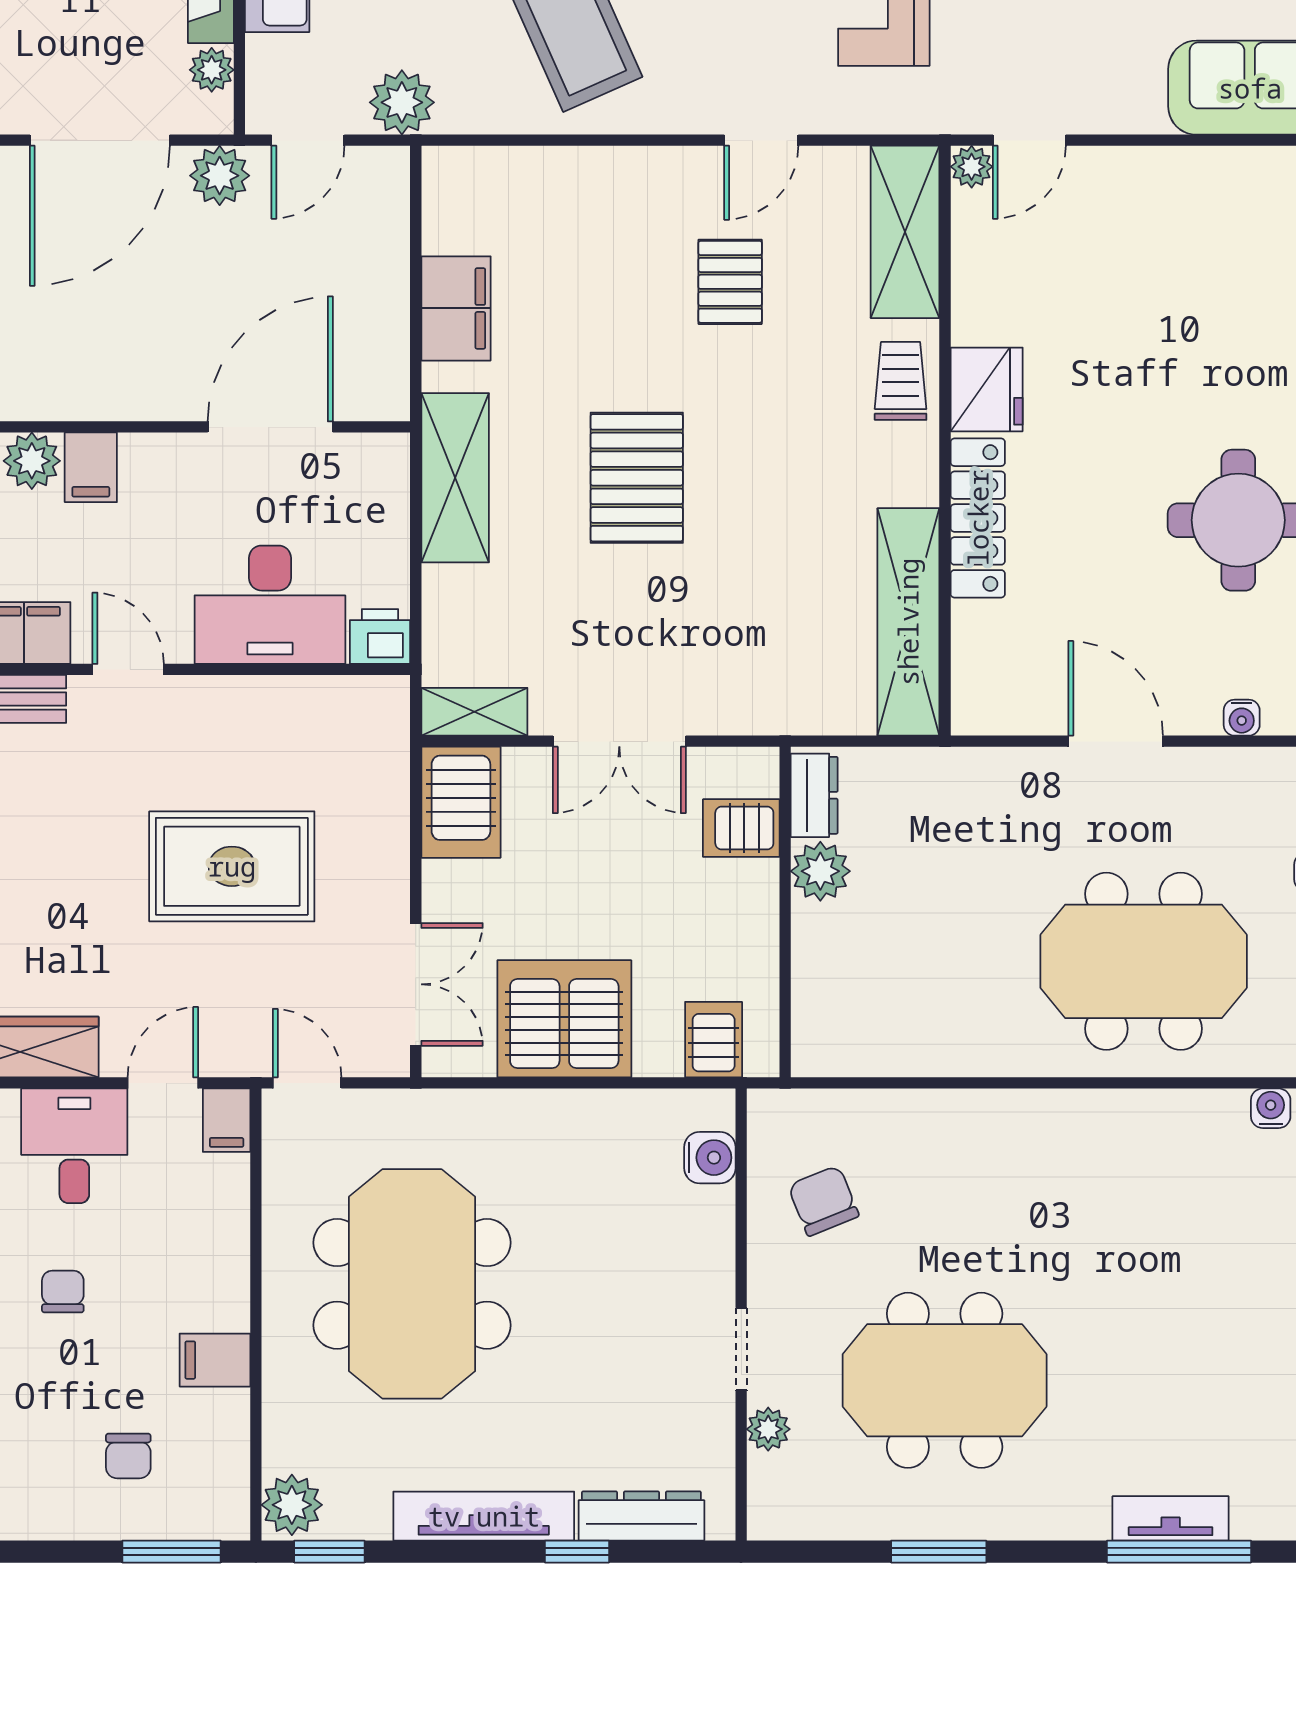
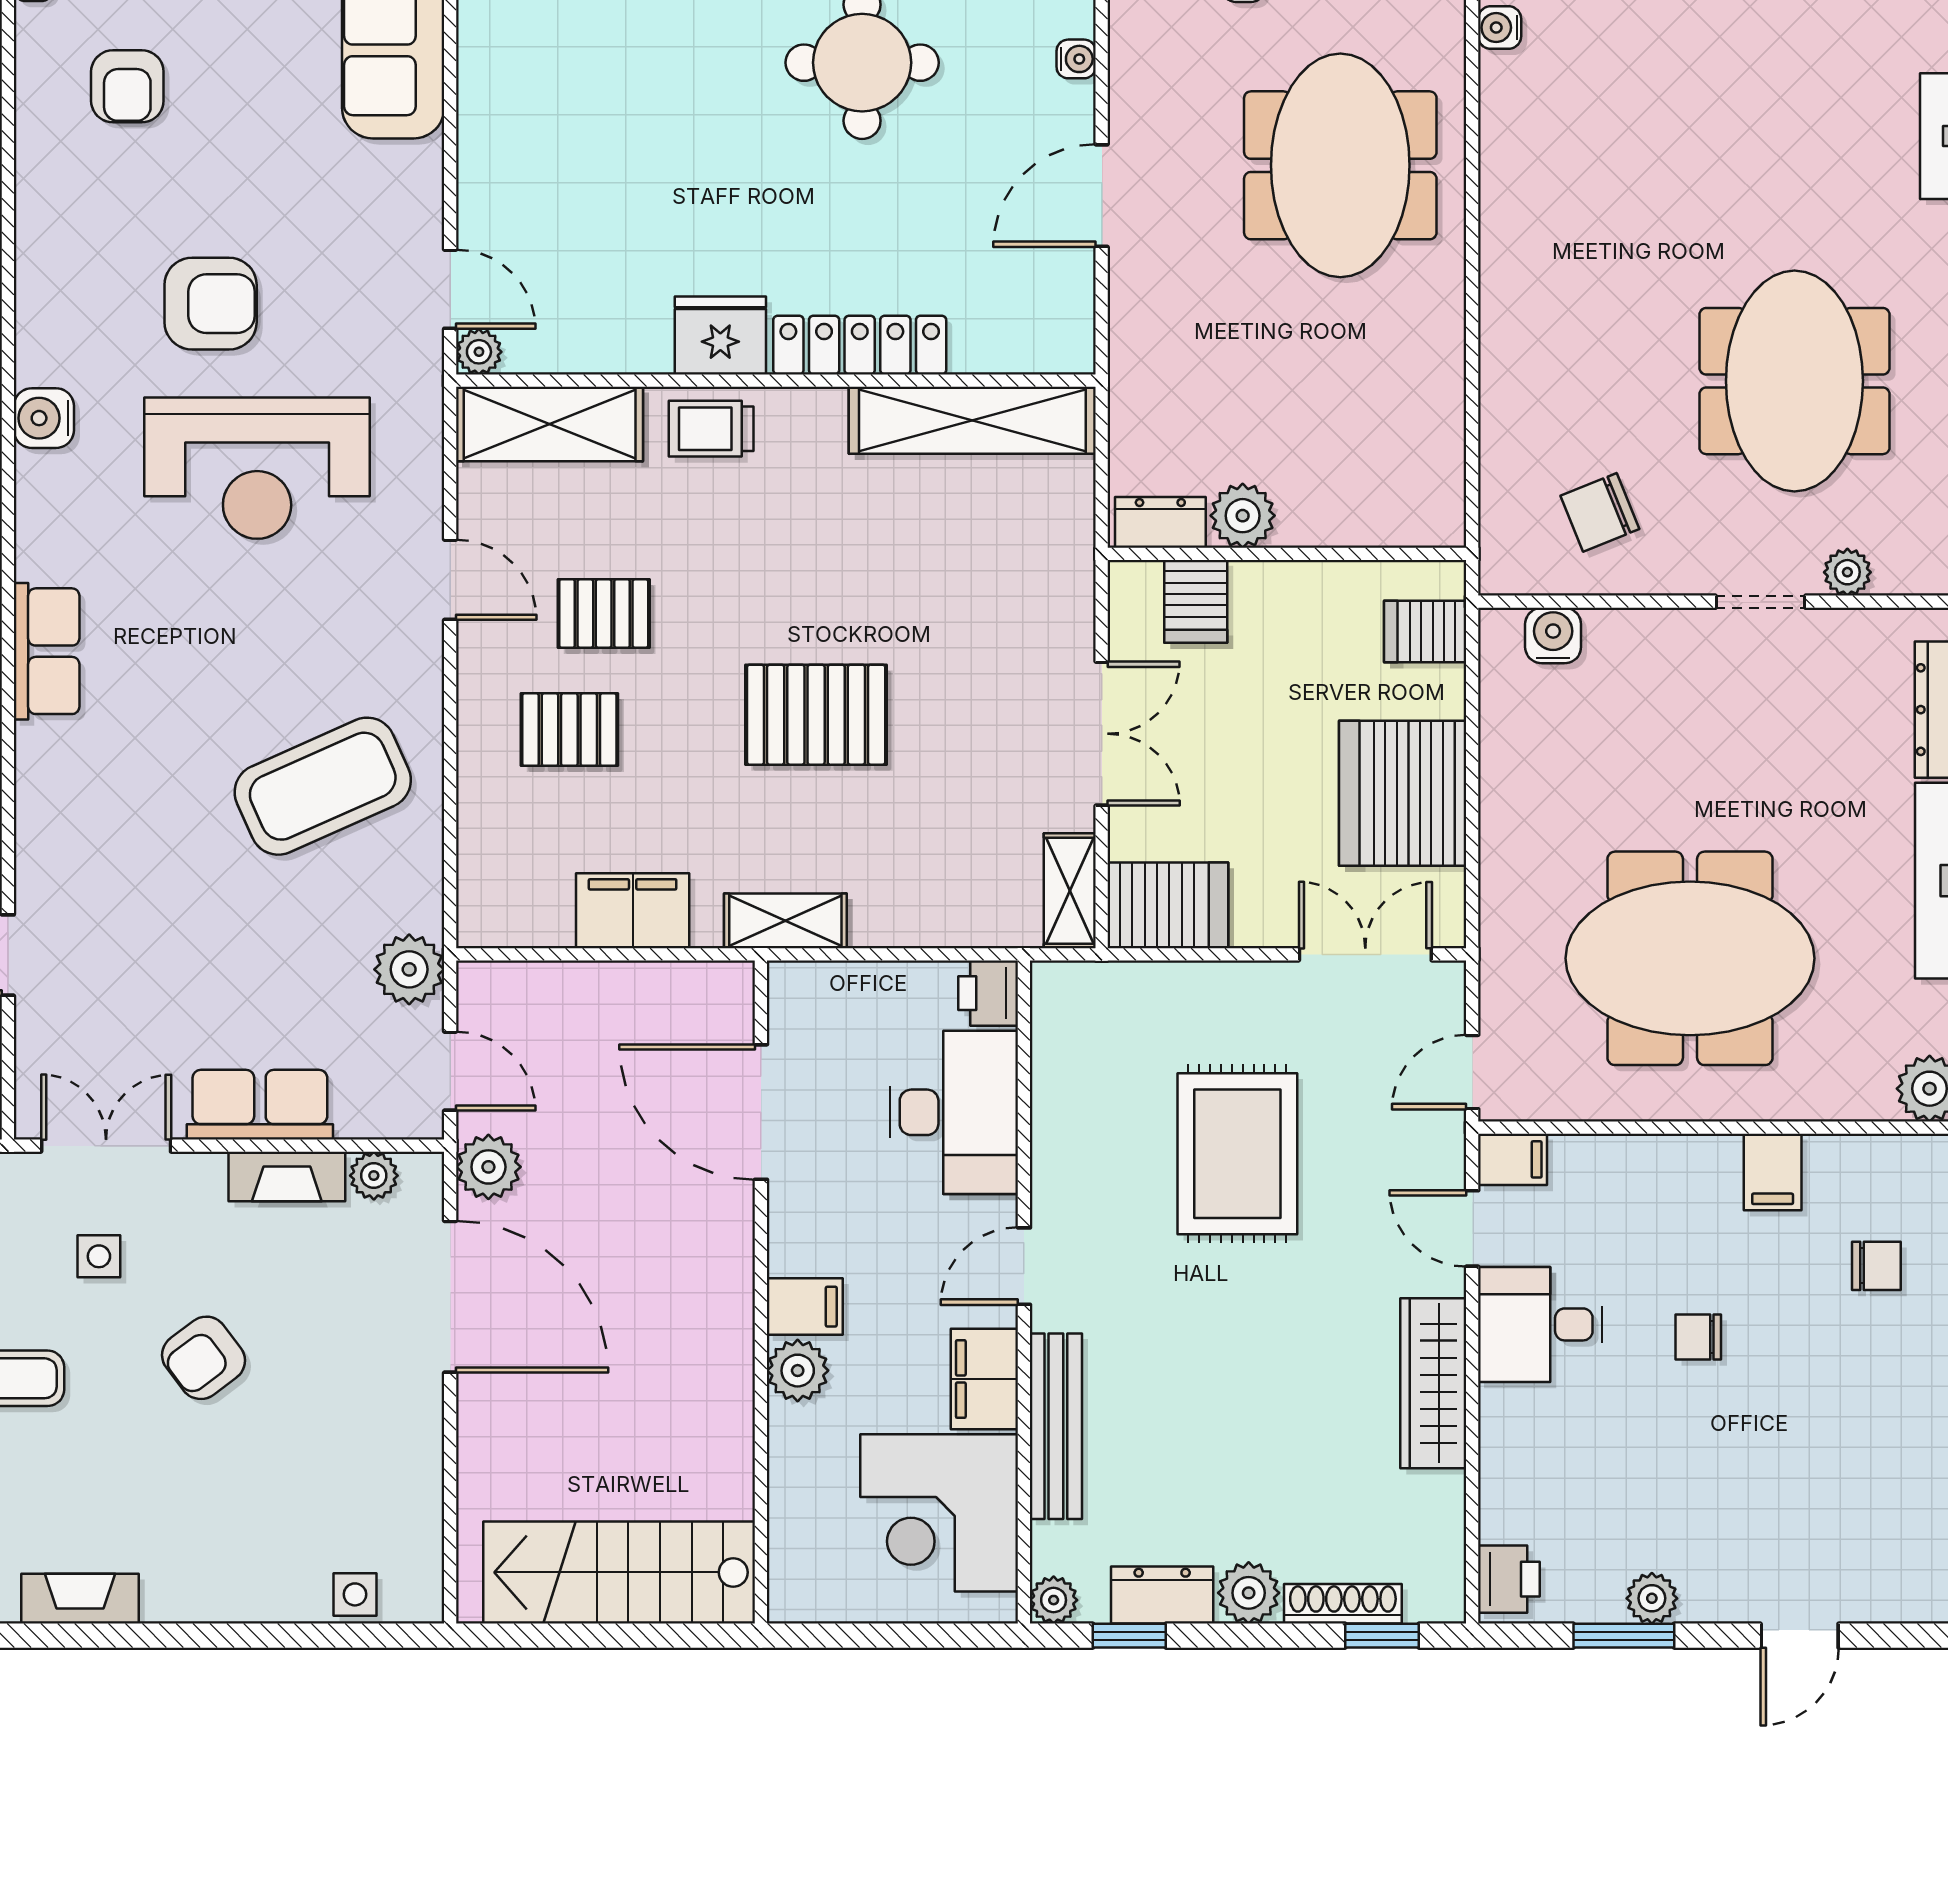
pallet: (623, 250) -> (569, 730), added
shelving: (455, 478) -> (785, 921), width x0.67, depth x0.75

